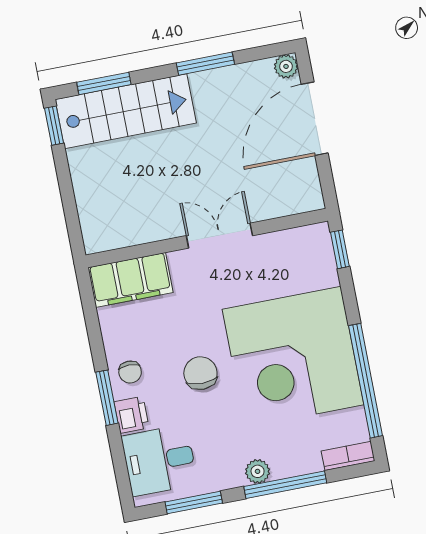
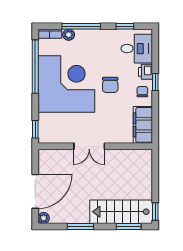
filing cabinet: (131, 280) -> (143, 125), moved, turned -90
window: (107, 398) -> (155, 82), width x0.67
plant: (258, 471) -> (69, 35), moved
window: (194, 502) -> (125, 26), width x0.67

